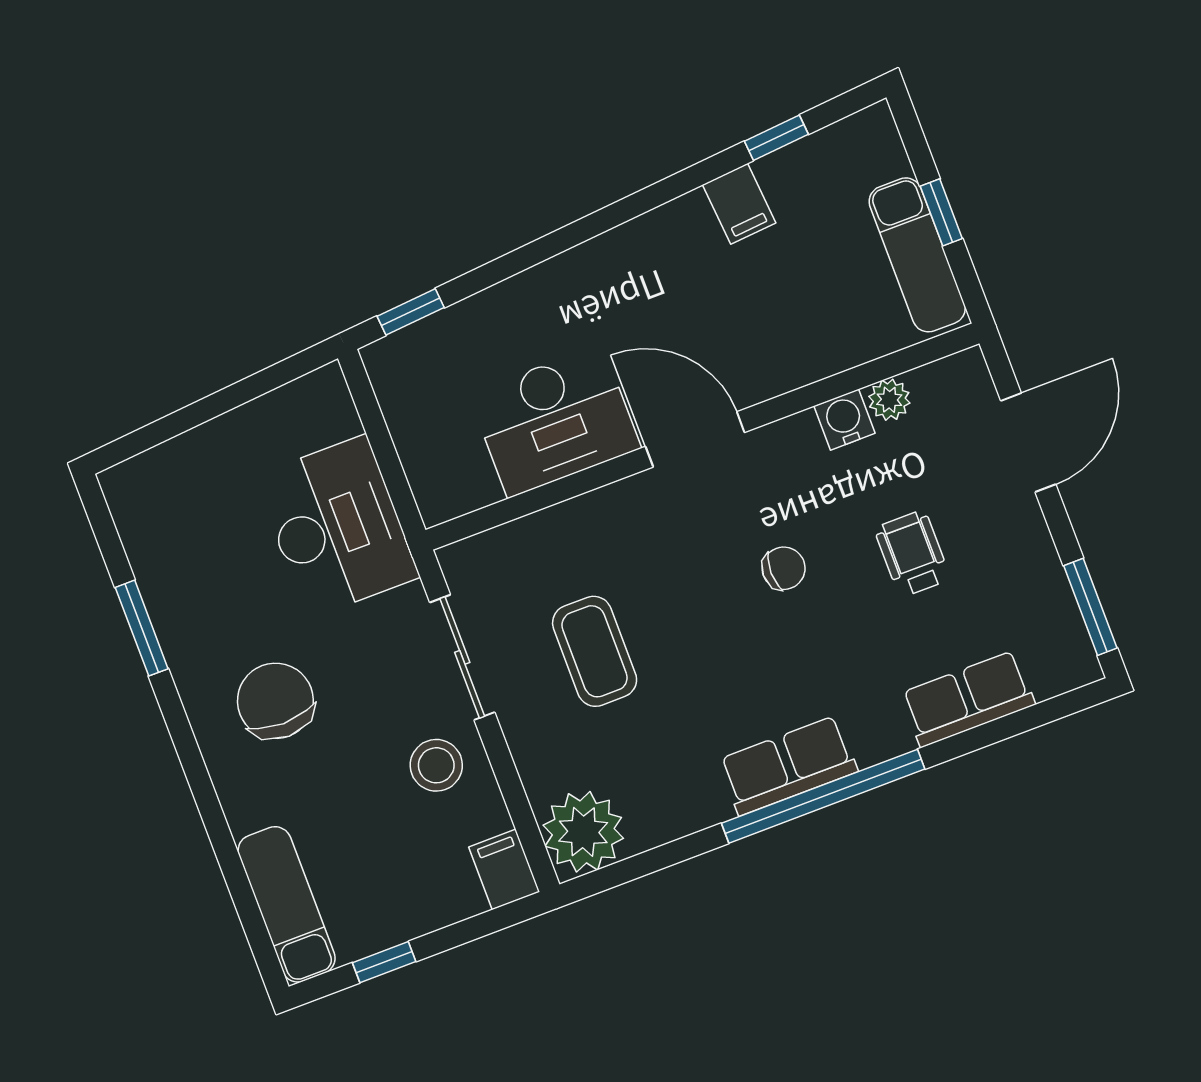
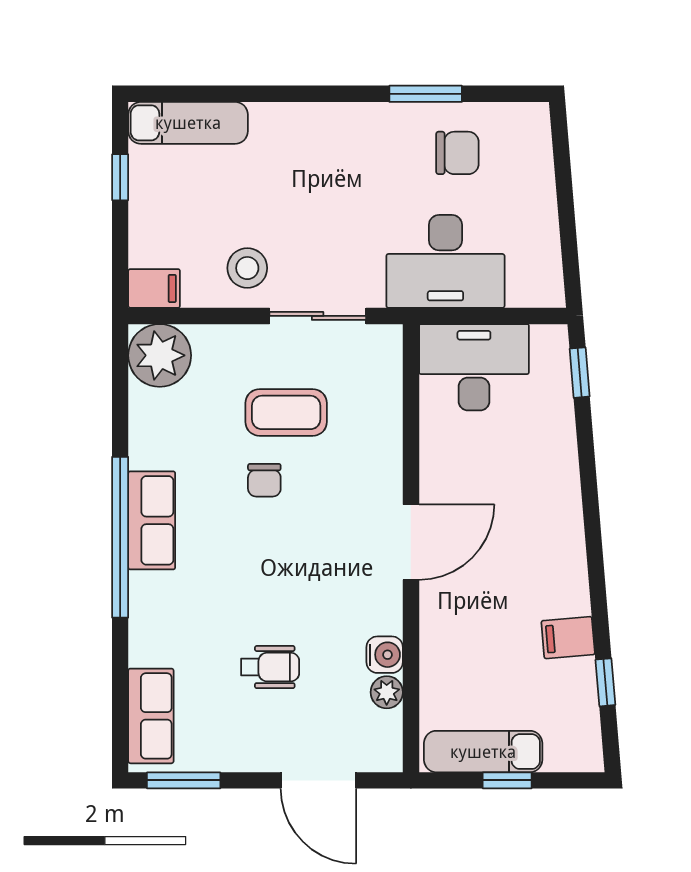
desk: (555, 421) -> (474, 367), moved, turned 90
chair: (784, 568) -> (264, 480), moved
row of seats: (968, 699) -> (151, 716), moved
chair: (275, 701) -> (457, 153), moved, width x0.73, depth x0.73

